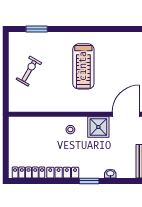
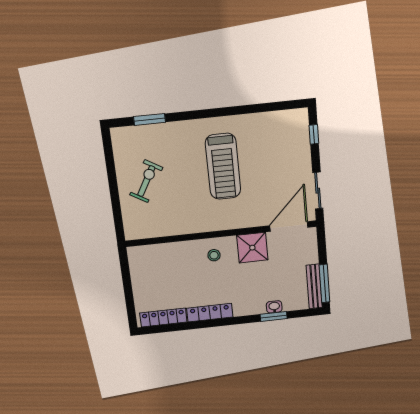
window: (89, 181) -> (274, 316), moved

